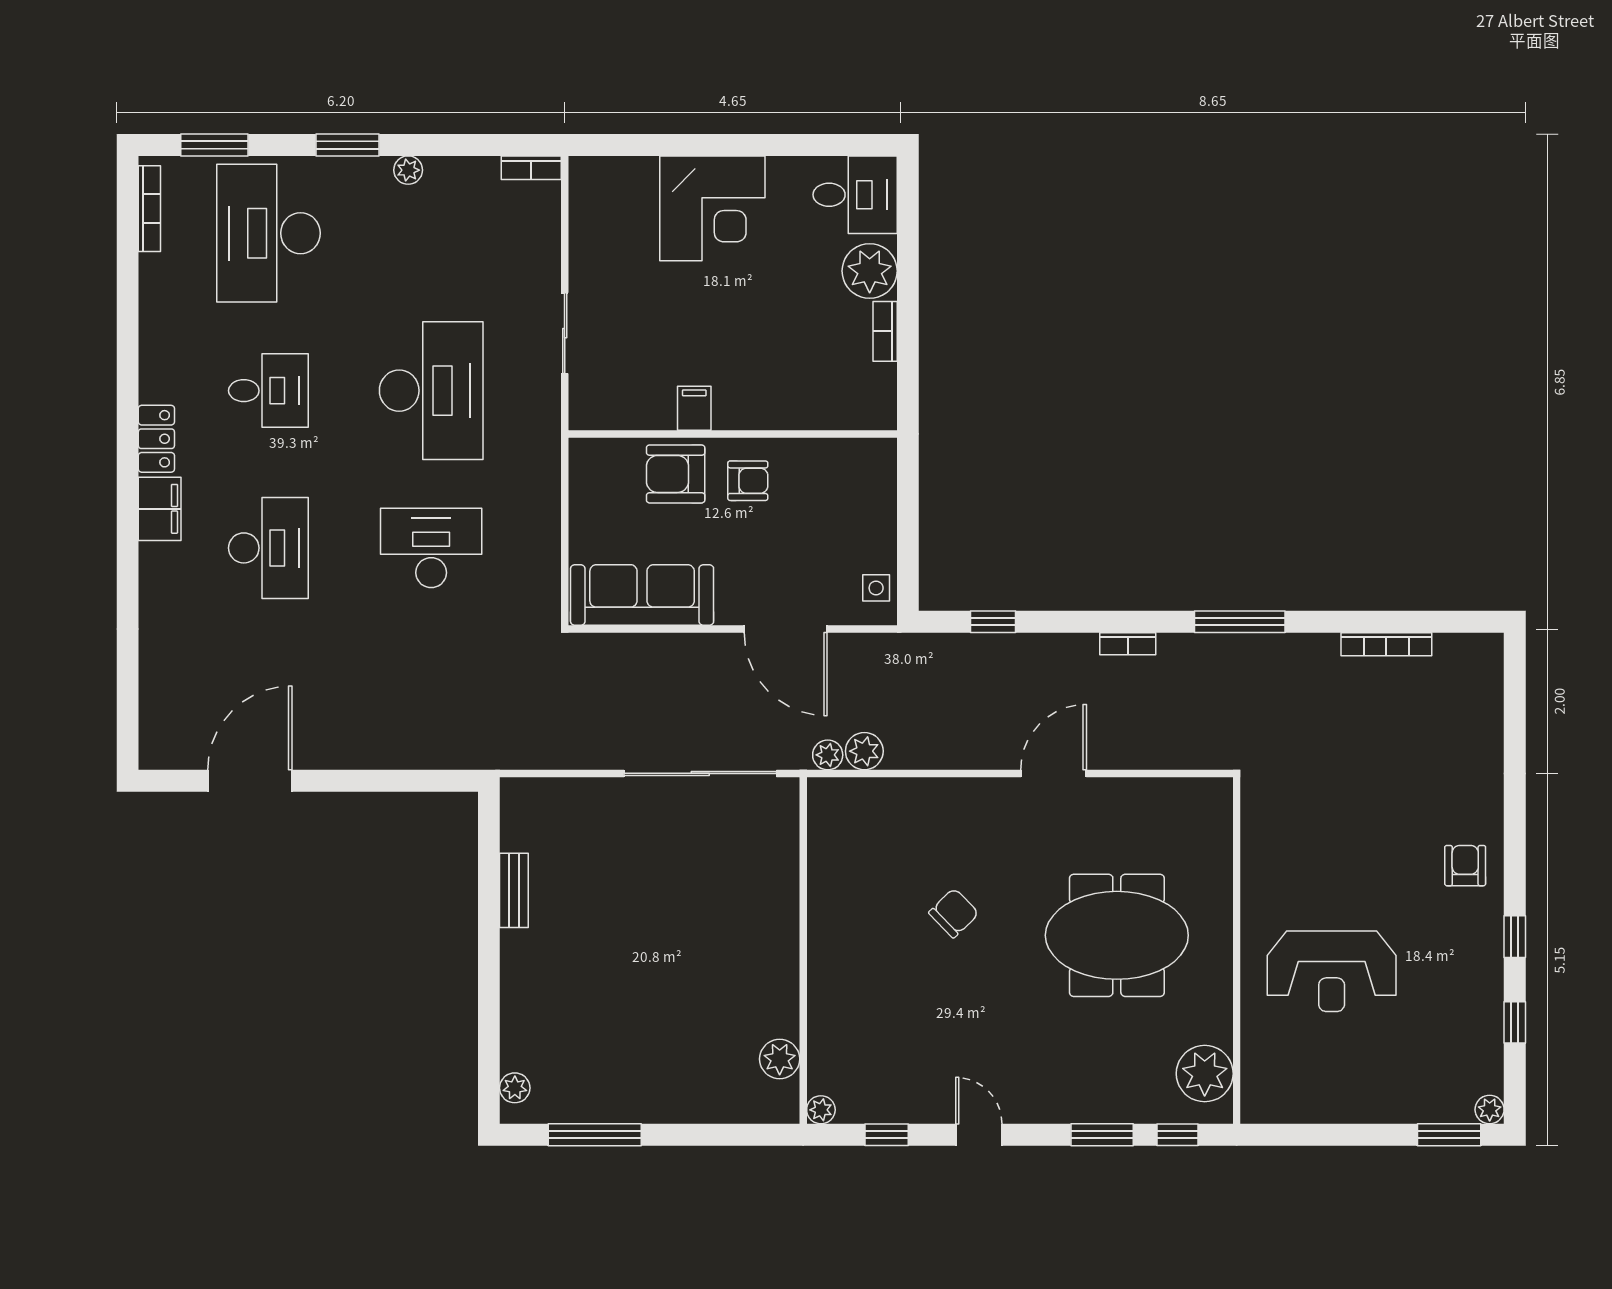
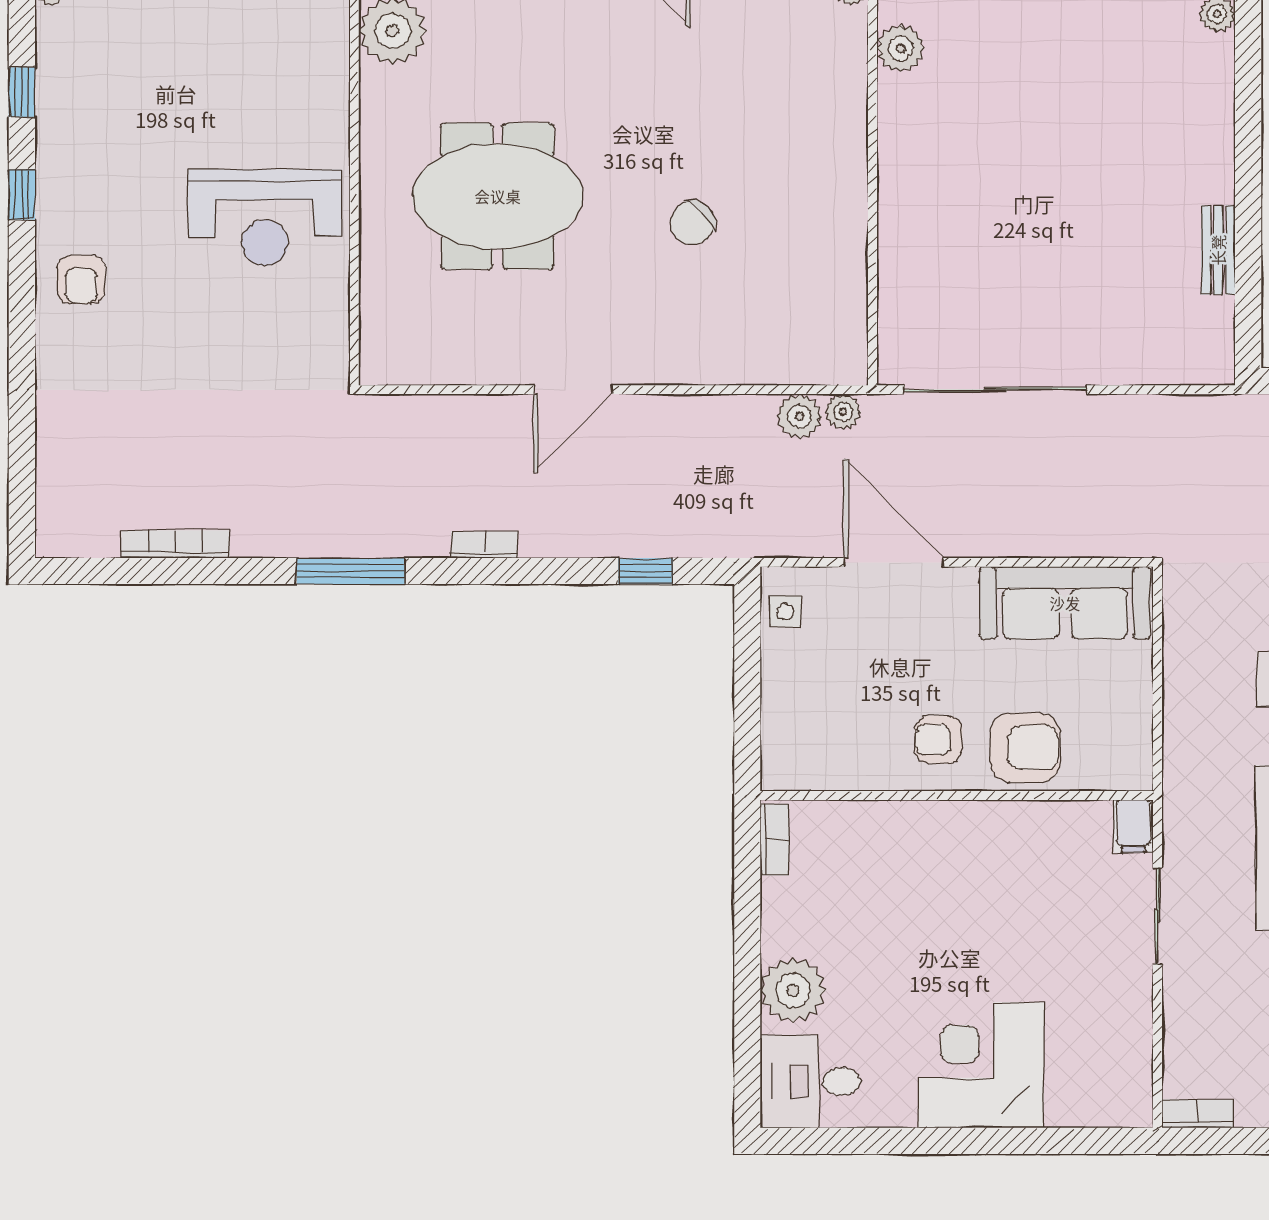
bookcase: (885, 331) -> (775, 840), moved
filing cabinet: (694, 408) -> (1133, 826), moved
reception desk: (1332, 971) -> (265, 218), moved, turned 180

